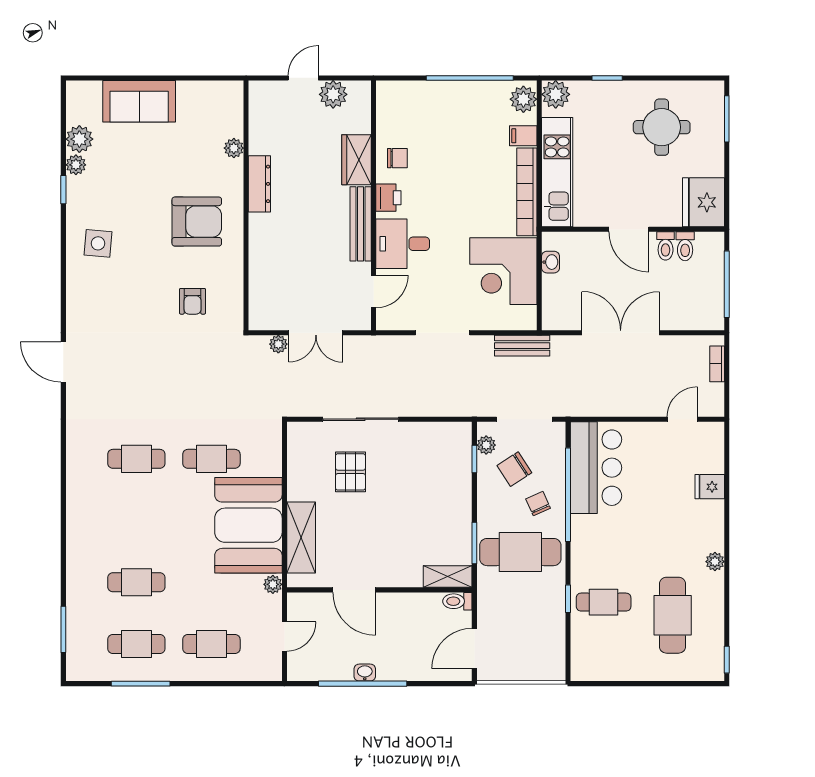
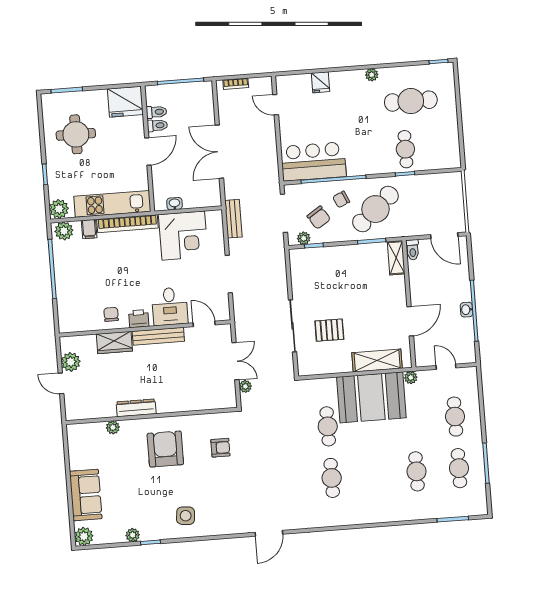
plant: (79, 139) -> (84, 536), moved
cafe table: (520, 552) -> (375, 209), turned 49

